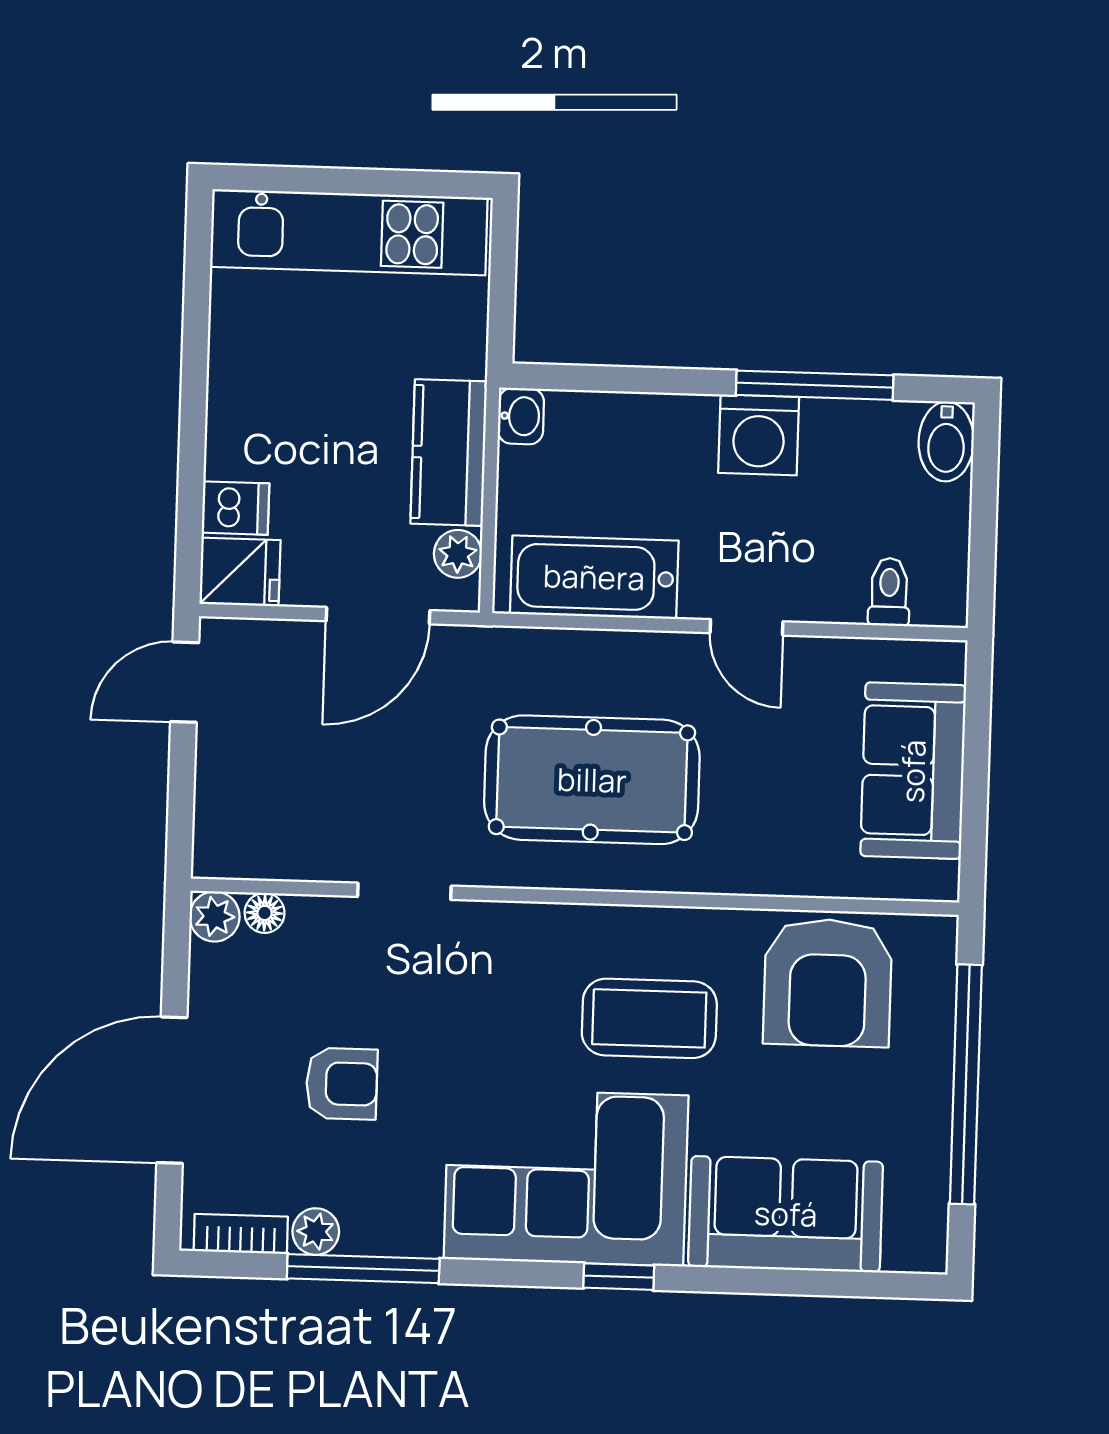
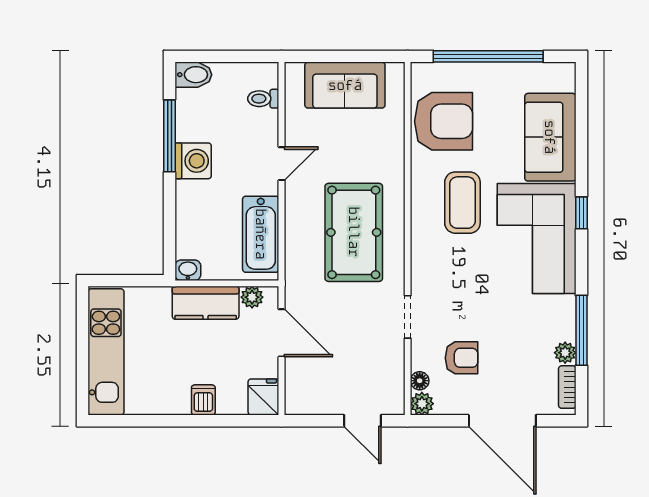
dishwasher: (235, 508) -> (203, 400), moved
door: (185, 682) -> (362, 421), moved
armchair: (342, 1084) -> (462, 358), moved, turned 90

